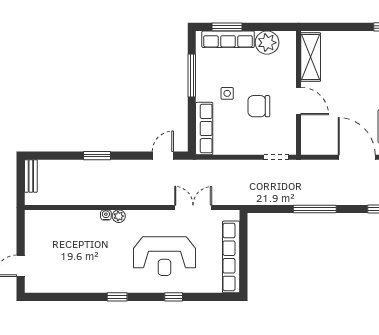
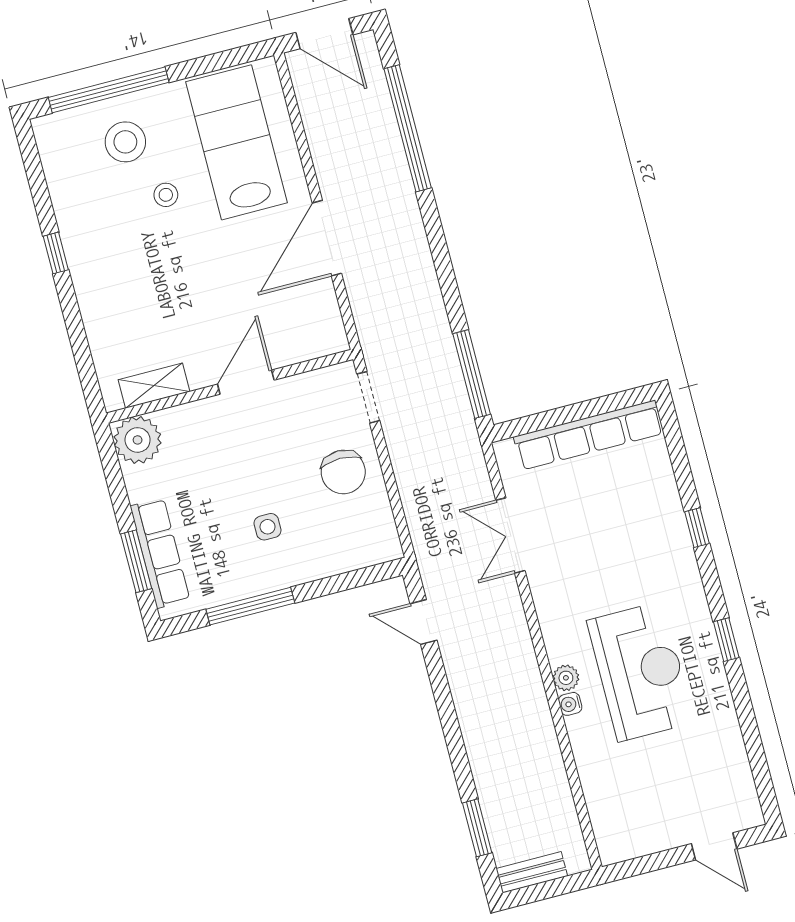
plant: (267, 43) -> (138, 440), moved
shelving: (311, 57) -> (154, 386), width x0.67, depth x0.75
chair: (259, 106) -> (343, 472), moved
row of seats: (204, 129) -> (349, 554), removed
window: (97, 156) -> (477, 828), moved
window: (315, 209) -> (472, 374), moved
reception desk: (164, 256) -> (640, 672), moved

